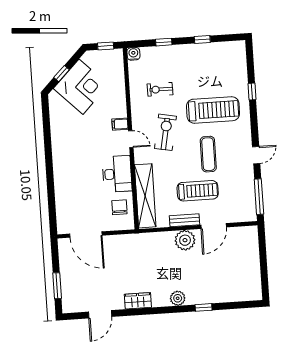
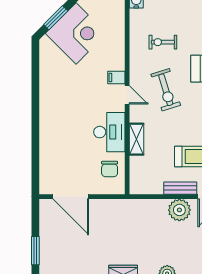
window: (62, 74) -> (56, 18), width x1.50
exercise bike: (165, 132) -> (166, 90), turned 152
shelving: (145, 196) -> (136, 139), width x0.45, depth x0.75
chair: (119, 207) -> (110, 169), turned 180

